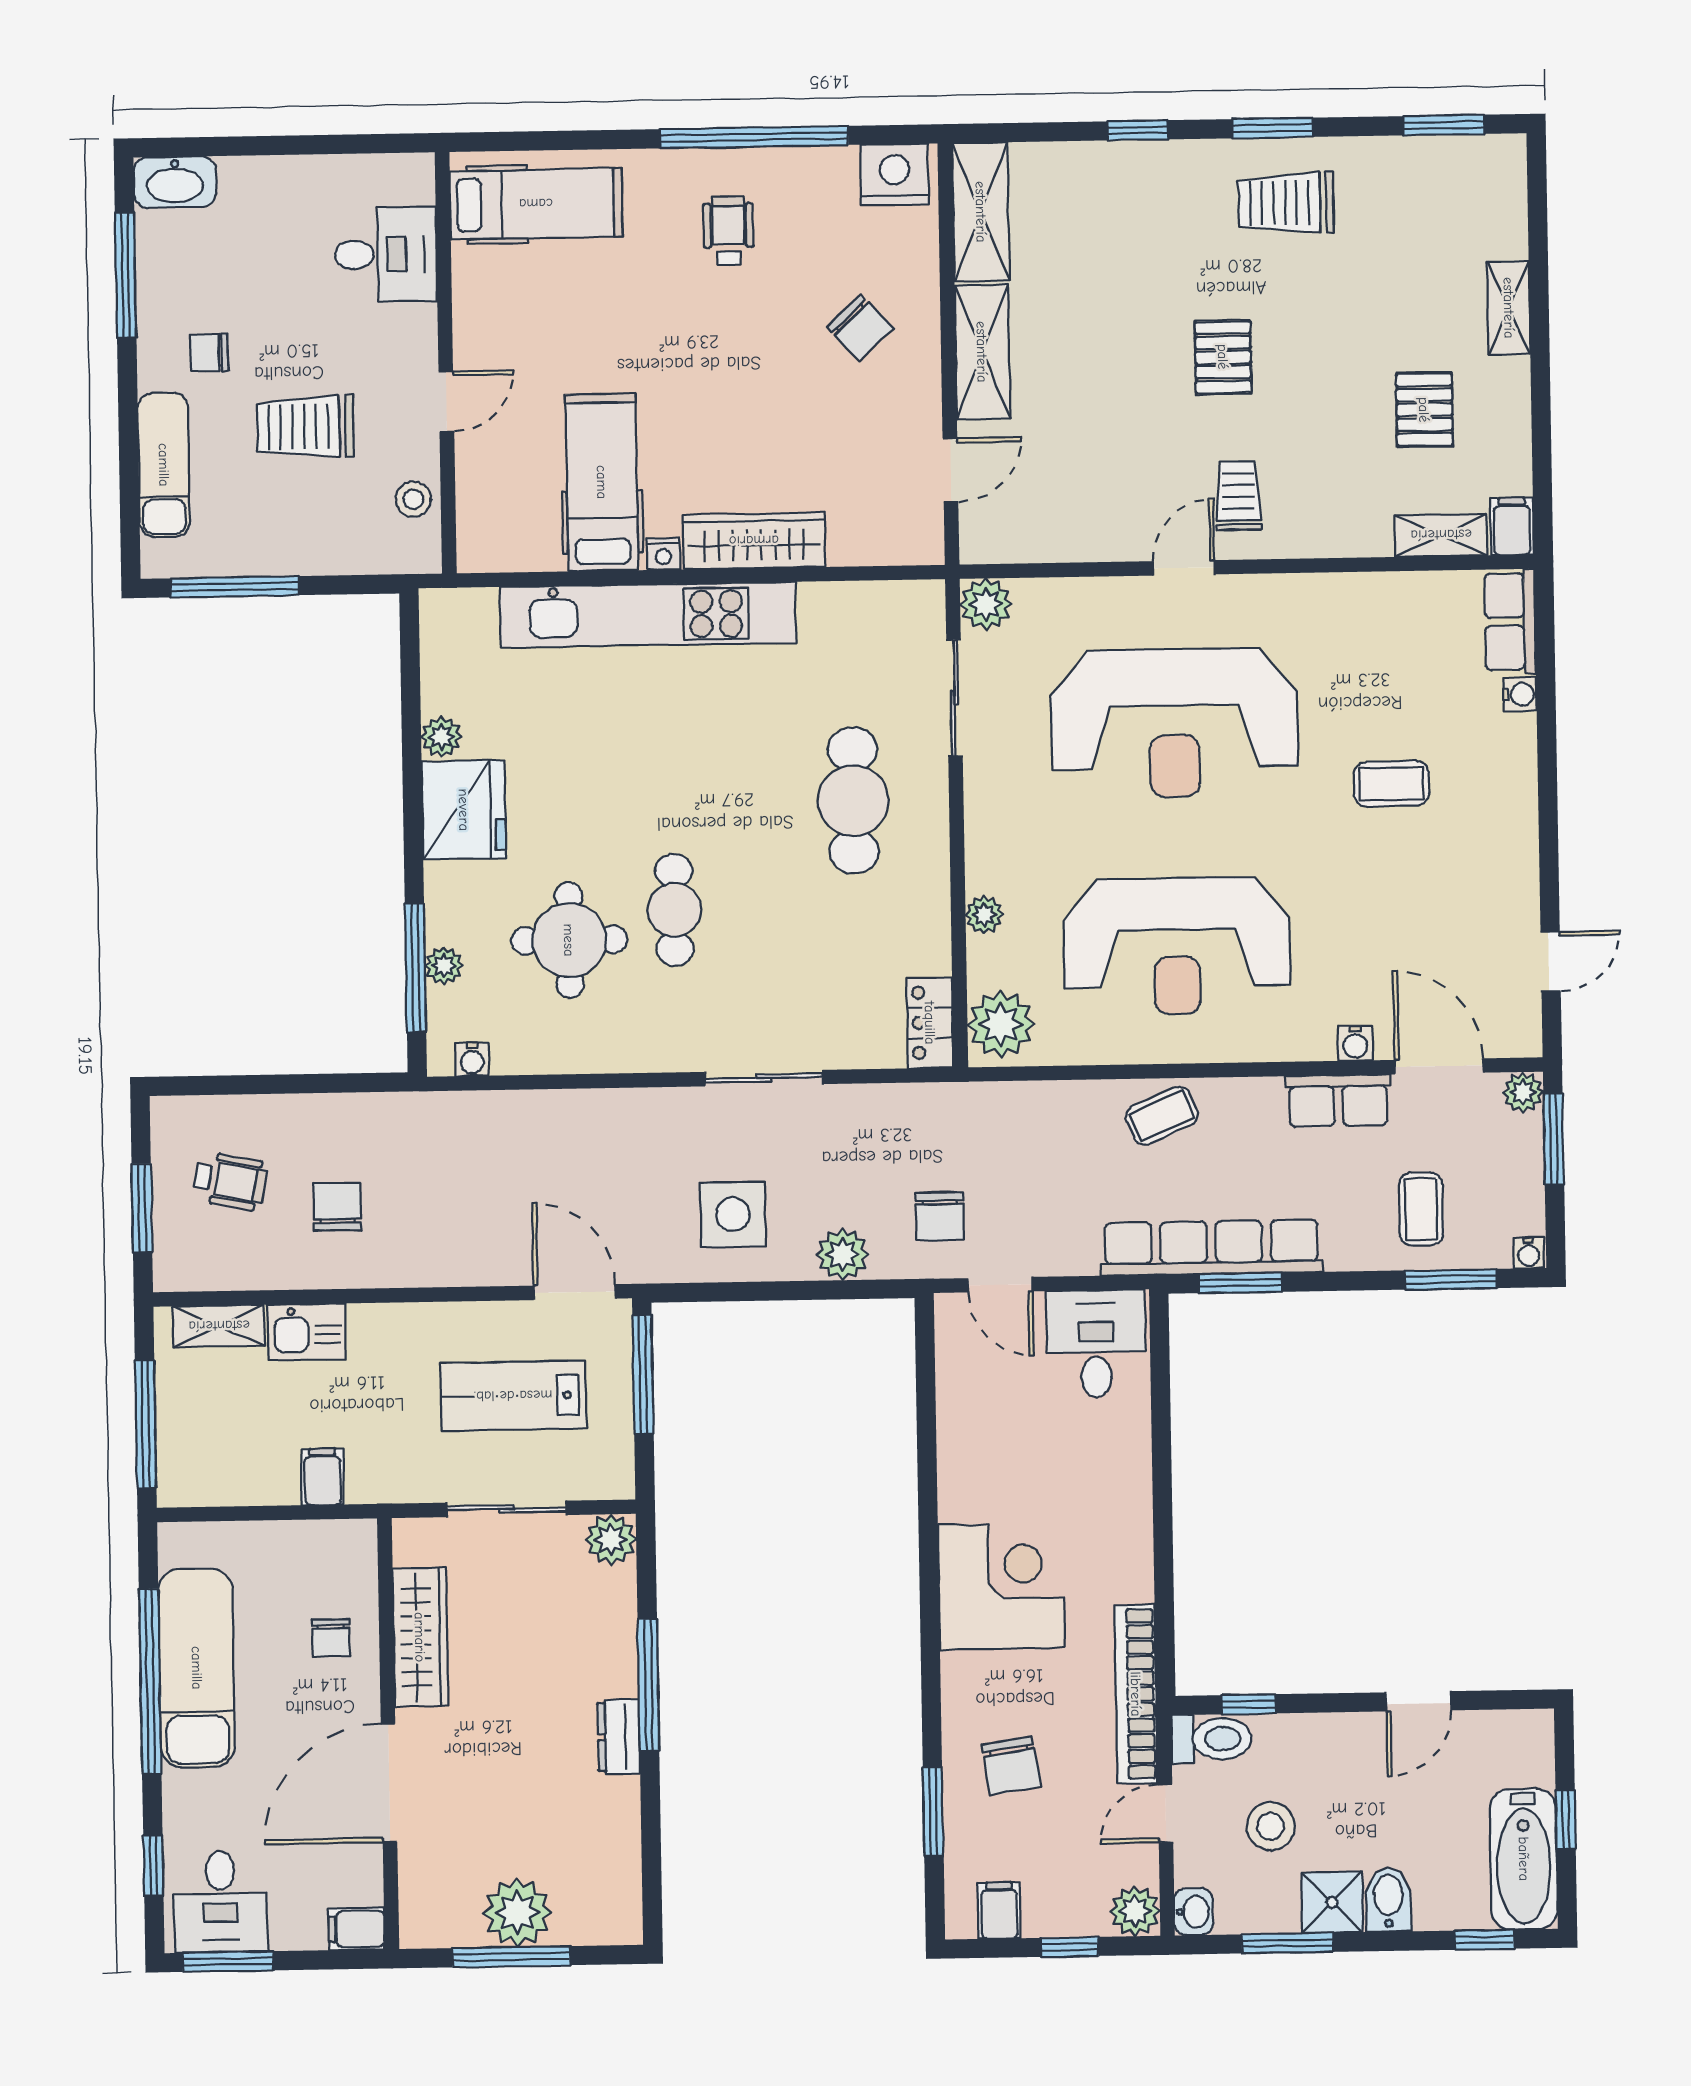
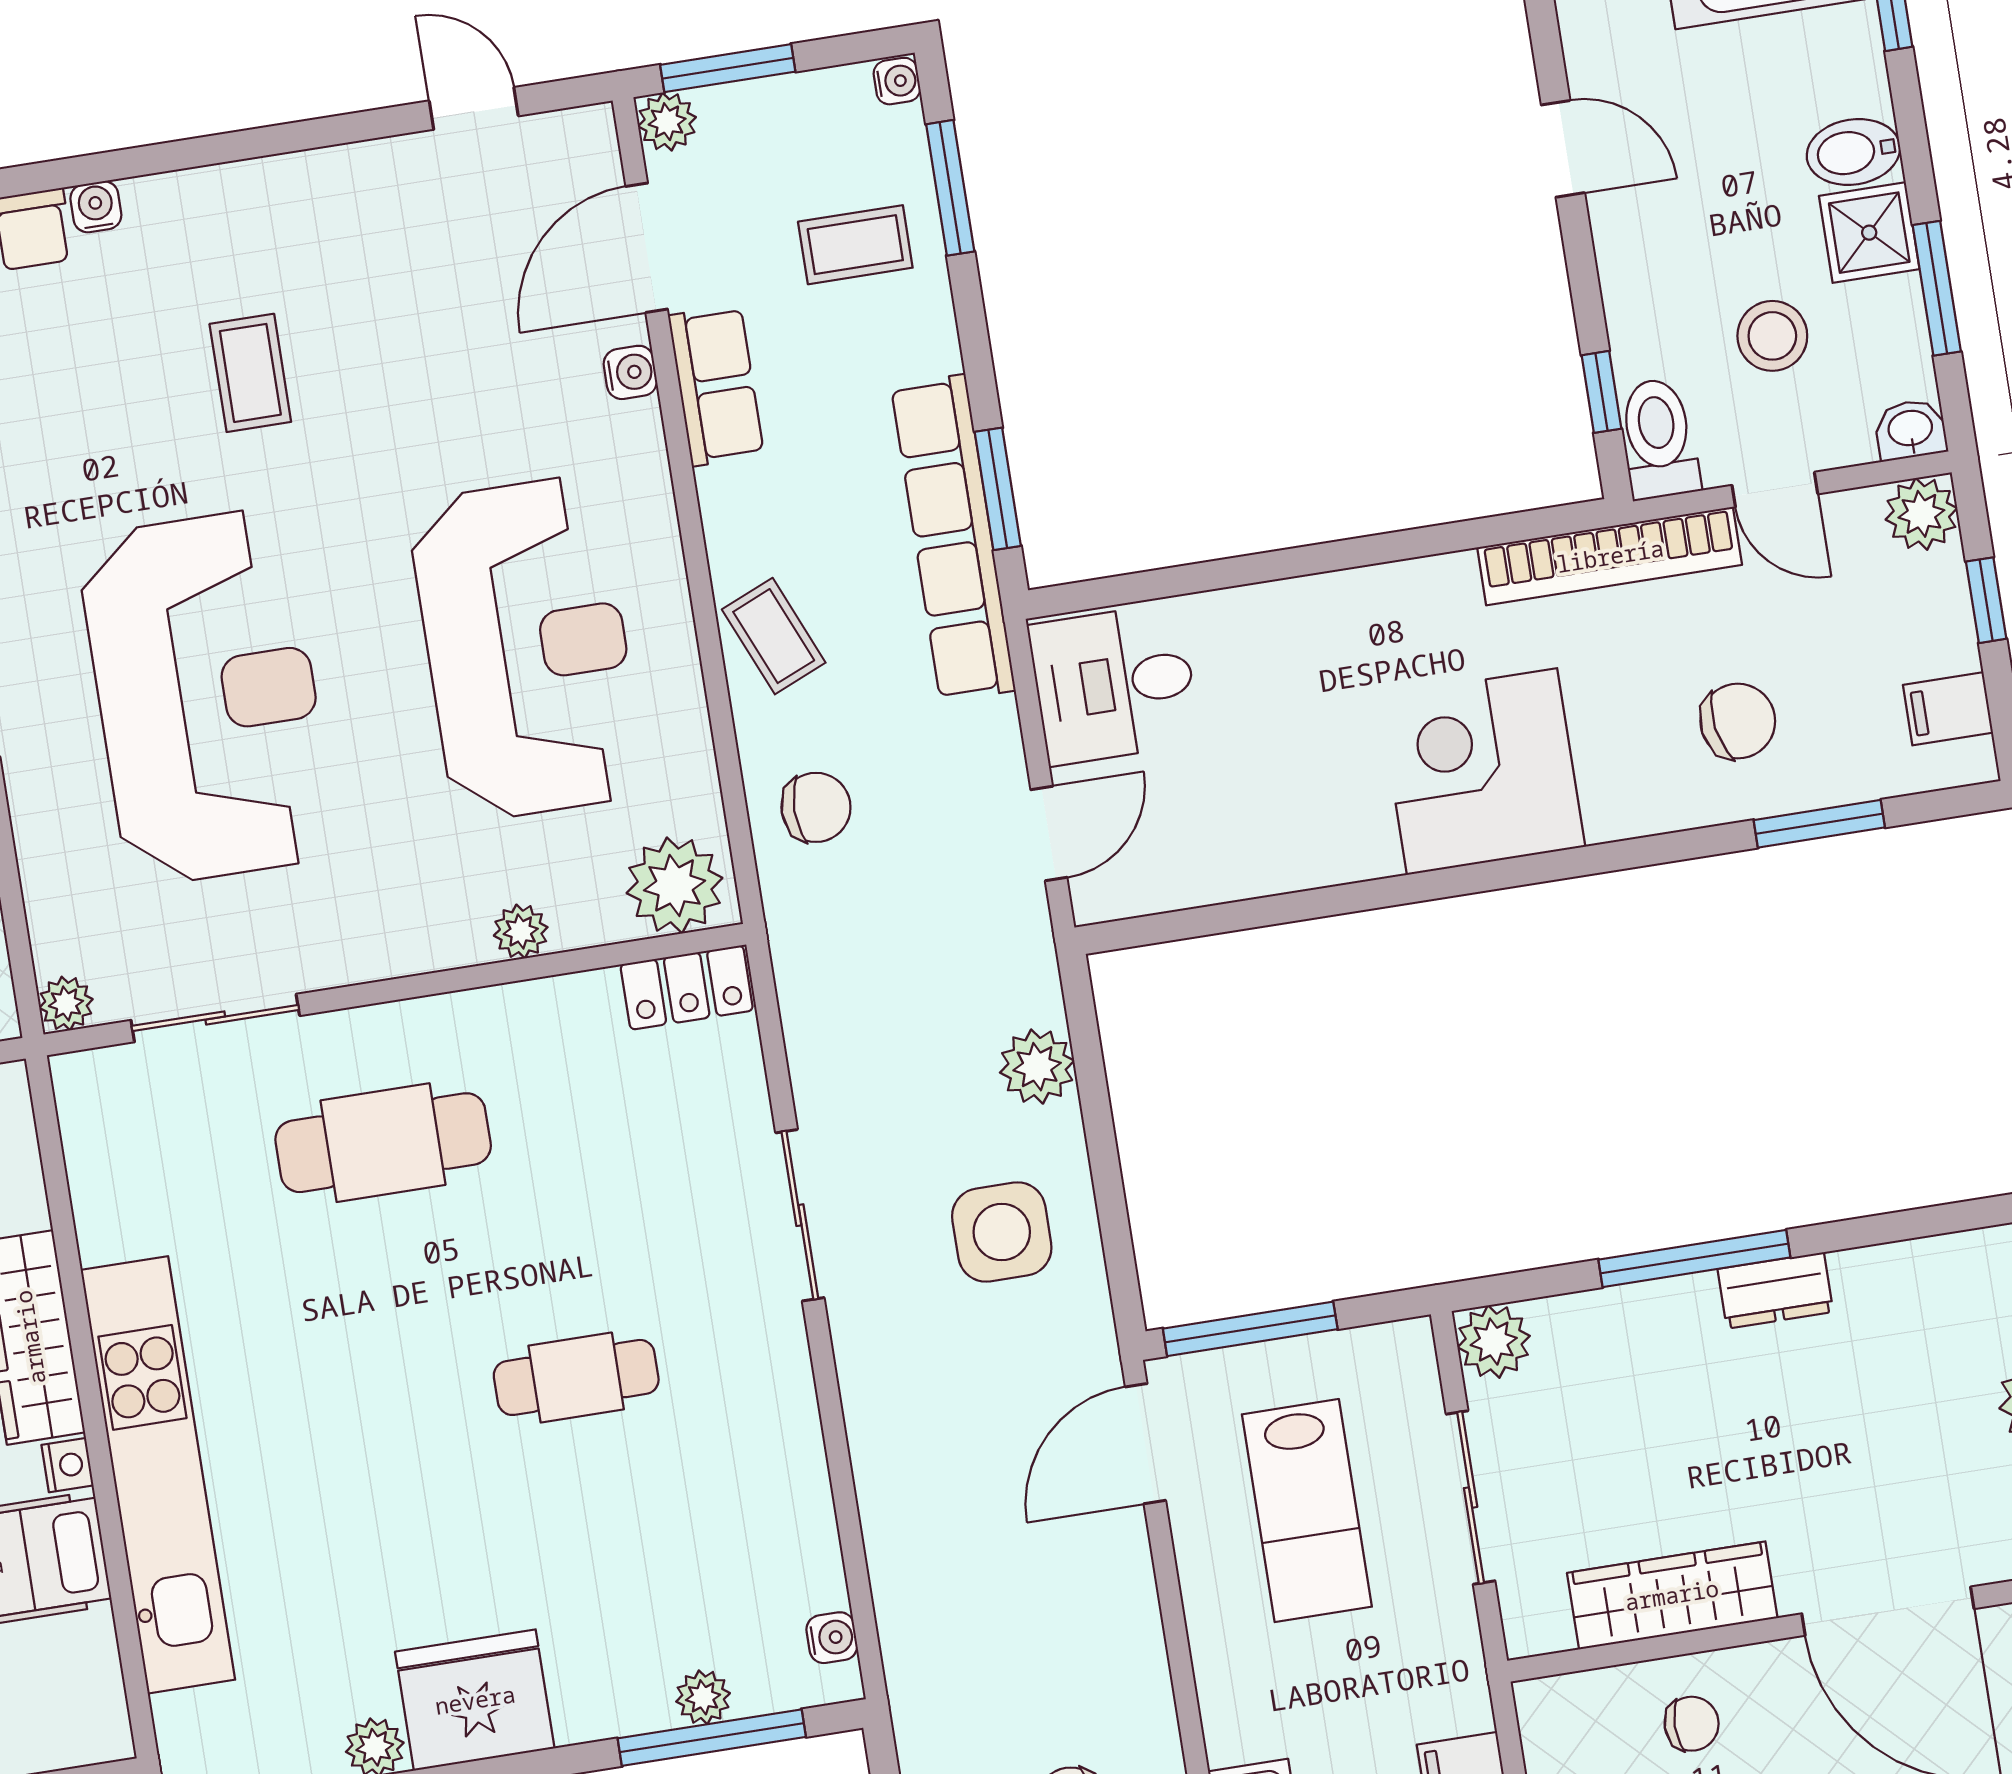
plant: (986, 604) -> (66, 1004), width x0.73, depth x0.73
round table: (569, 940) -> (641, 1522), removed
chair: (940, 1216) -> (816, 807), moved

